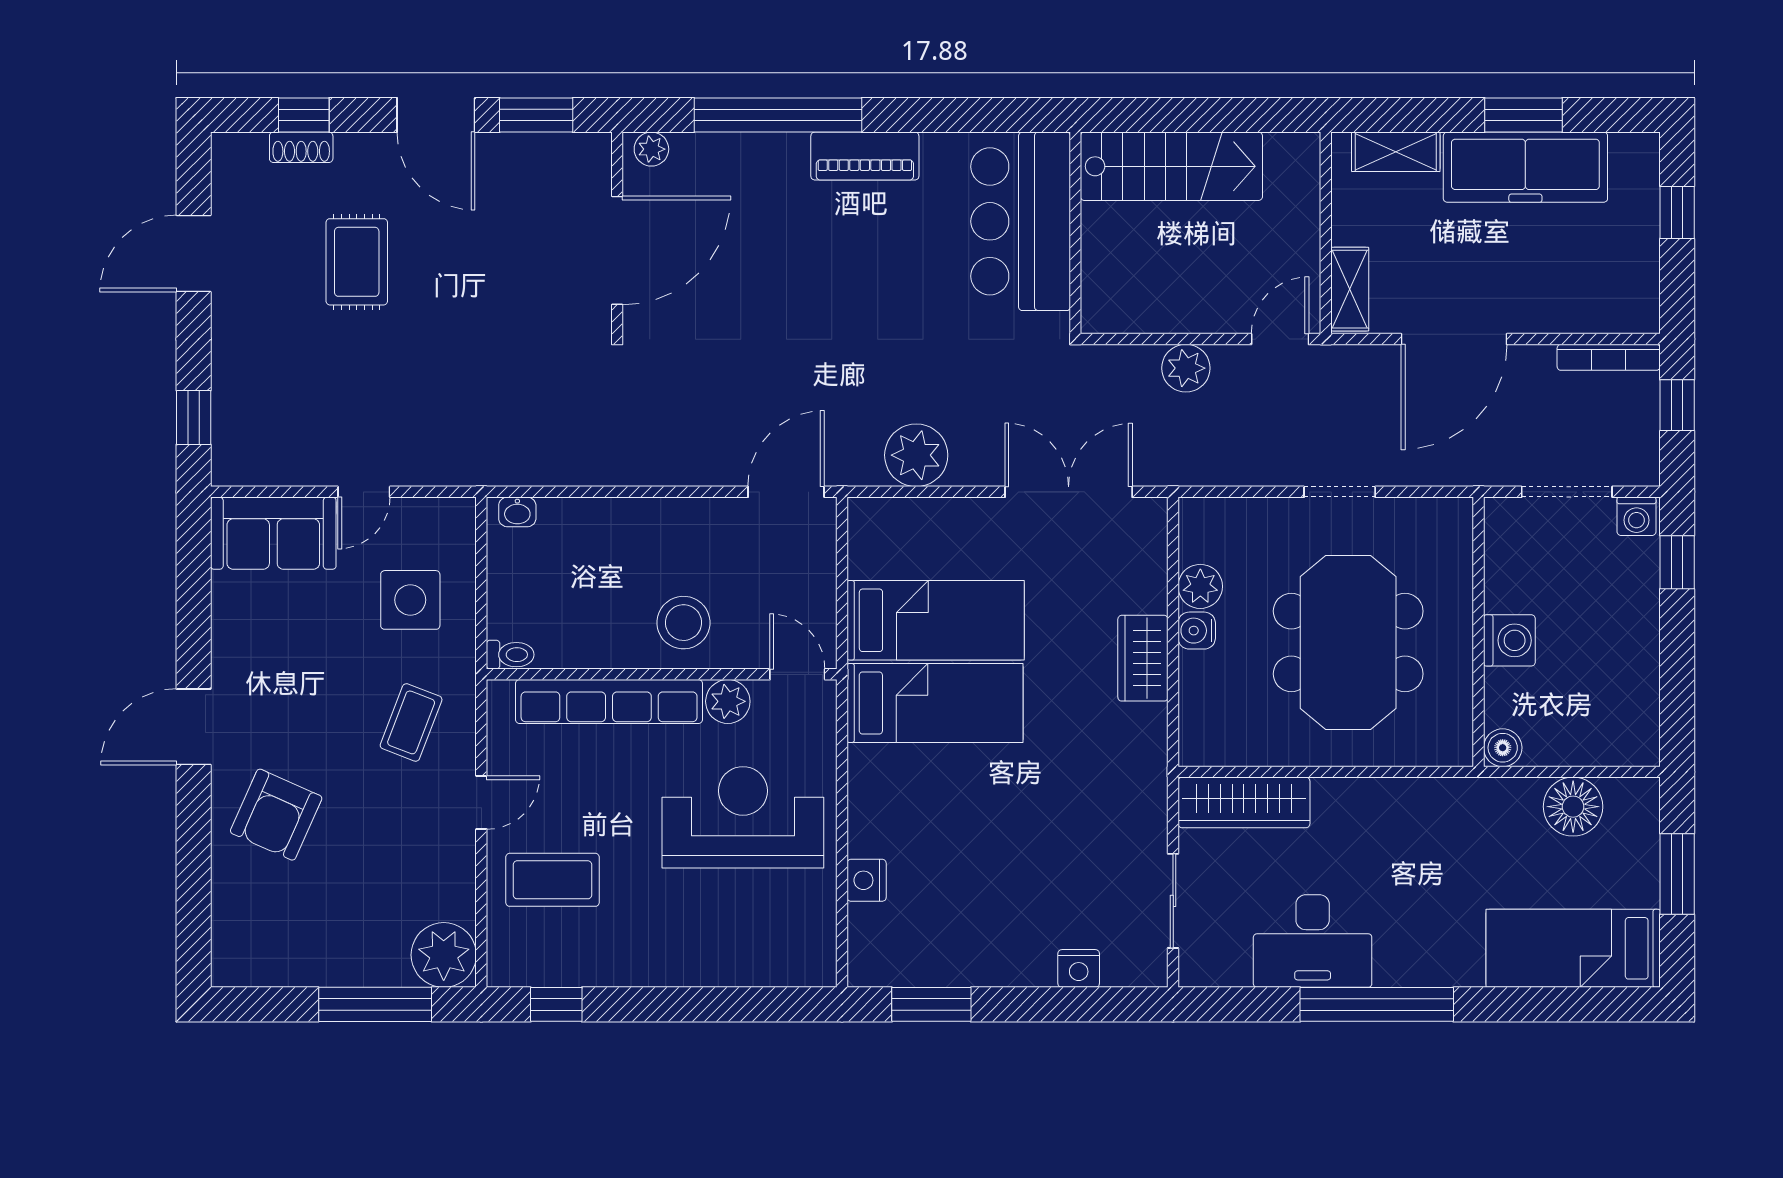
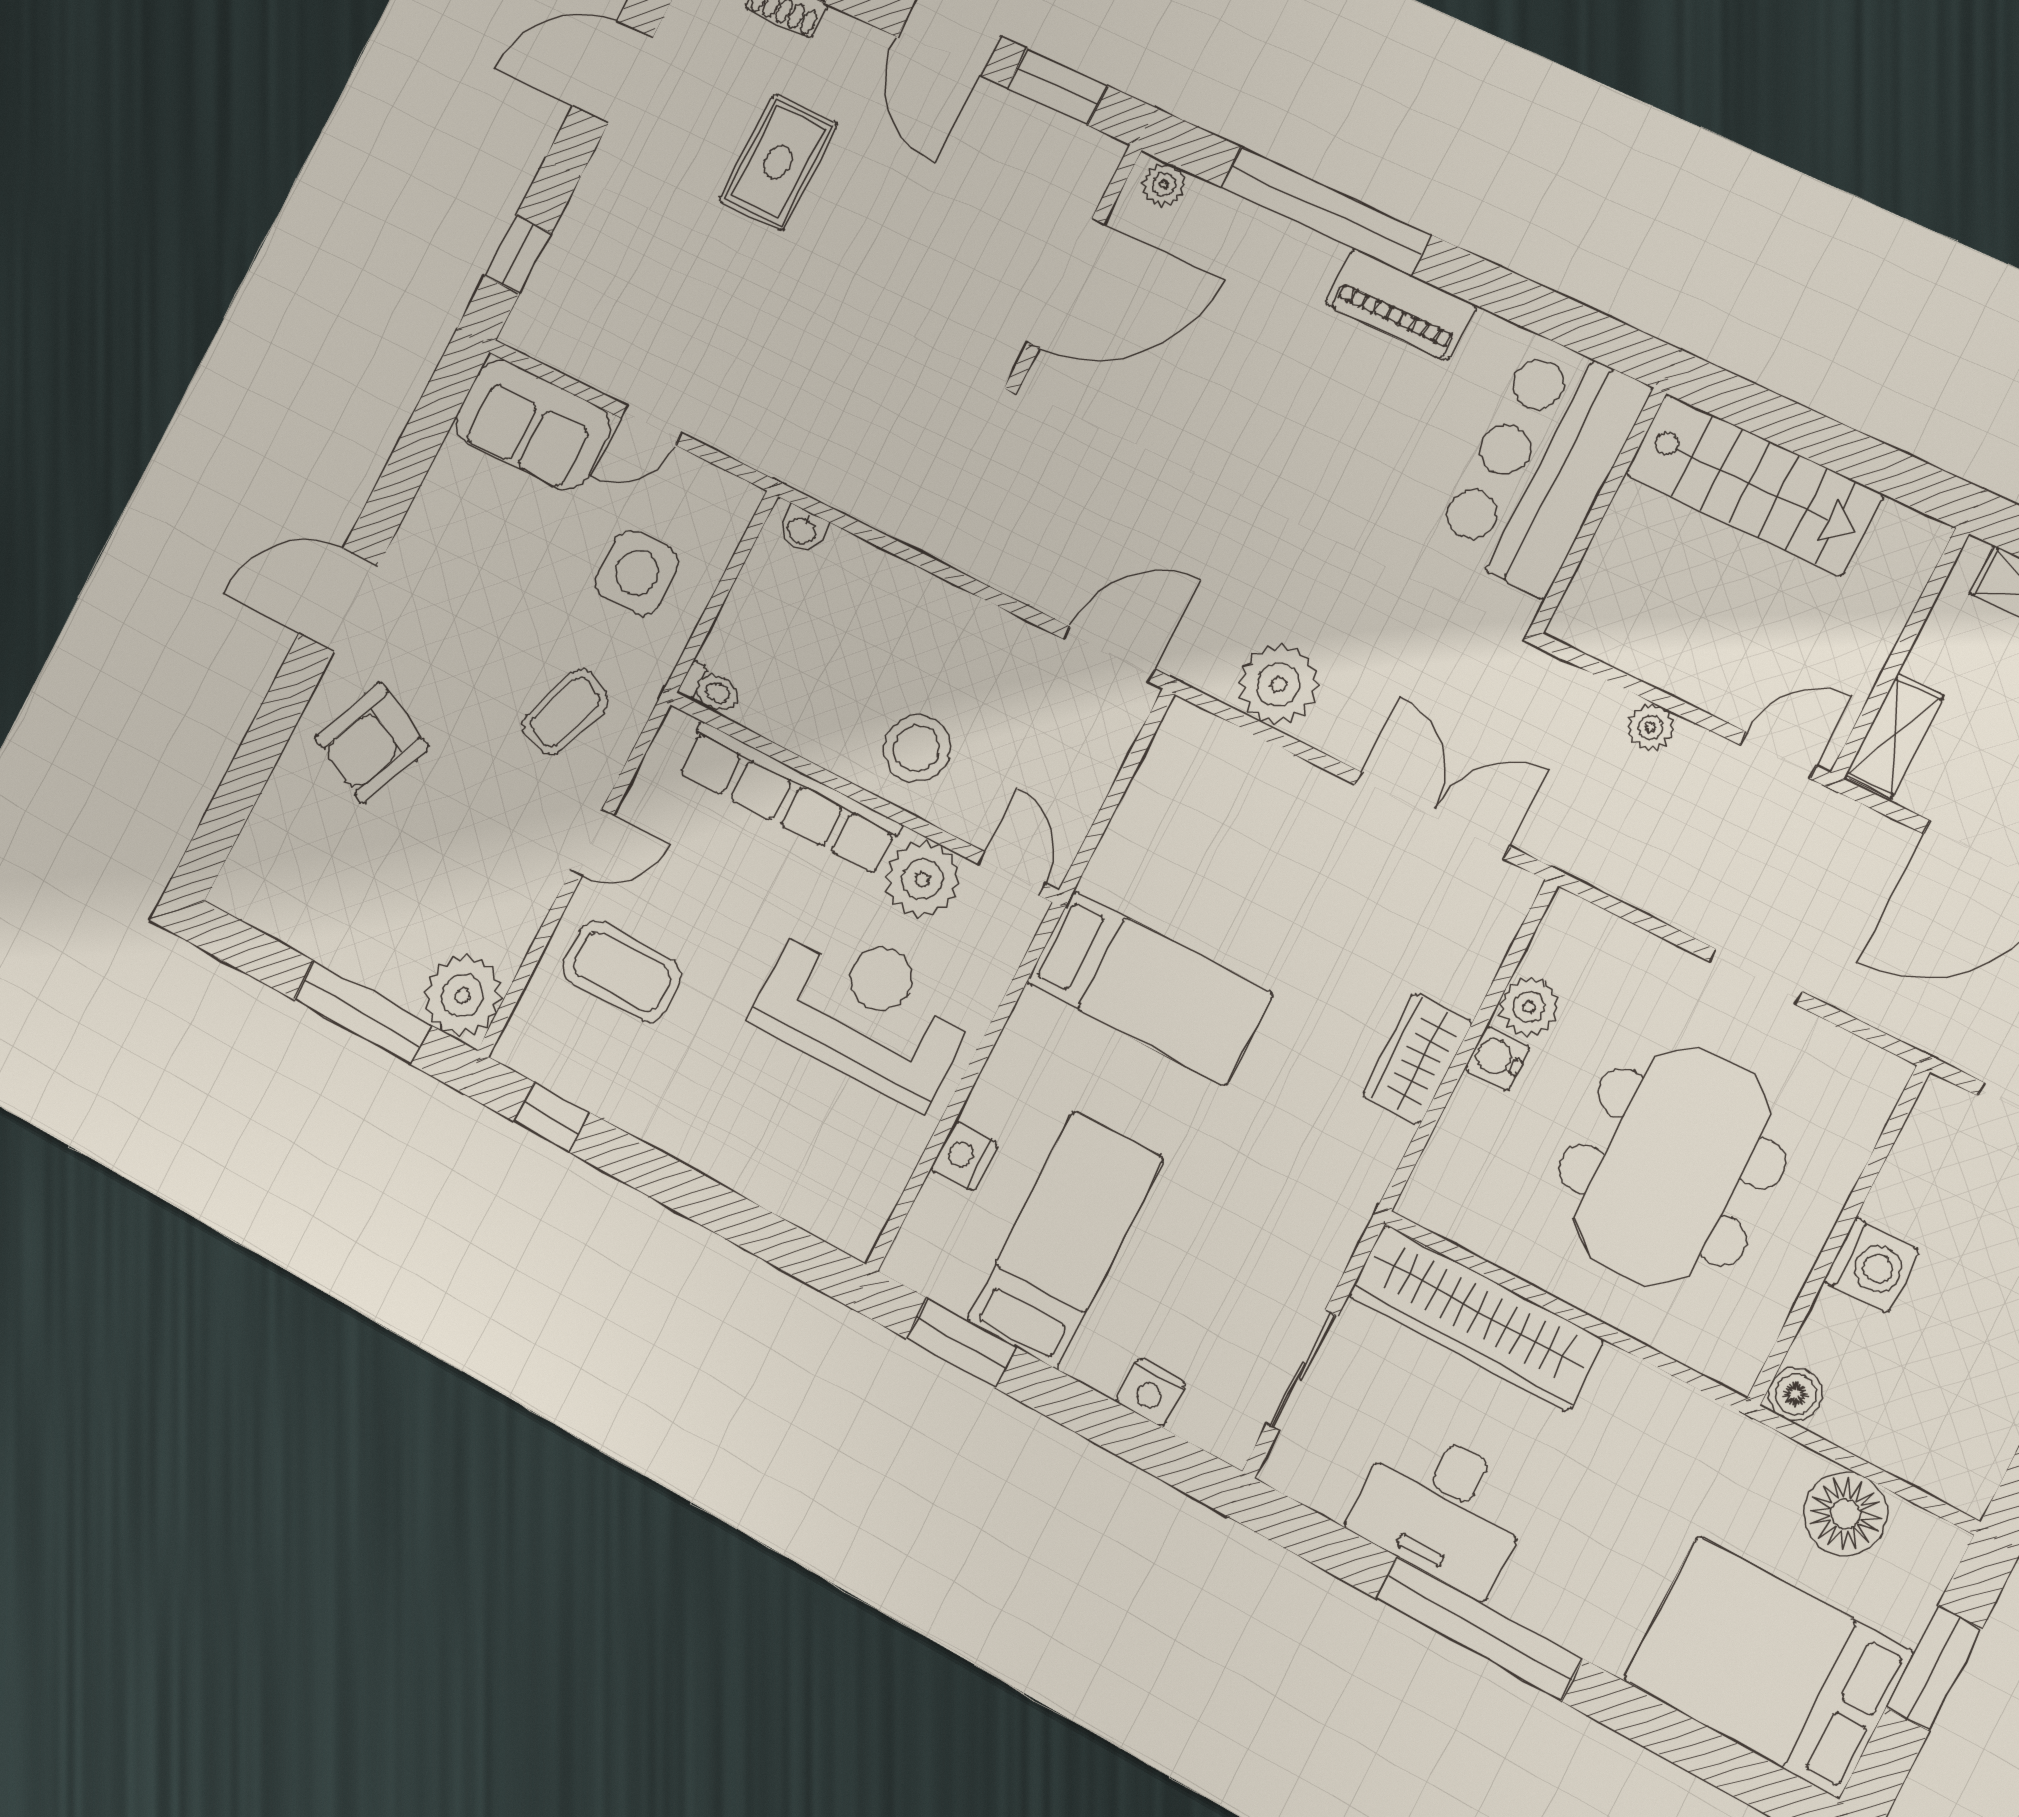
plant: (1186, 368) -> (1651, 727), width x0.73, depth x0.73
bed: (936, 620) -> (1065, 1239), moved, turned -90
plant: (728, 701) -> (922, 879), width x1.36, depth x1.36
wardrobe: (1244, 802) -> (1475, 1318), width x1.40, depth x1.17
bed: (1573, 948) -> (1768, 1666), width x1.50

